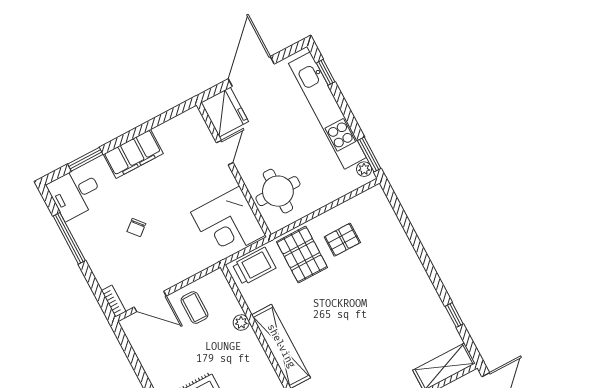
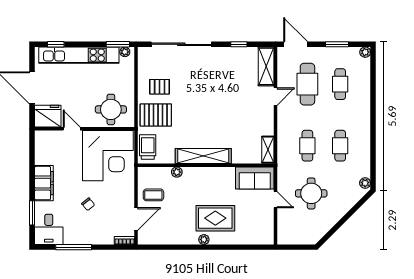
corner desk: (228, 224) -> (108, 156), width x1.36, depth x1.36
sliding door: (414, 239) -> (181, 44), added
pallet: (342, 240) -> (160, 87), turned 90

